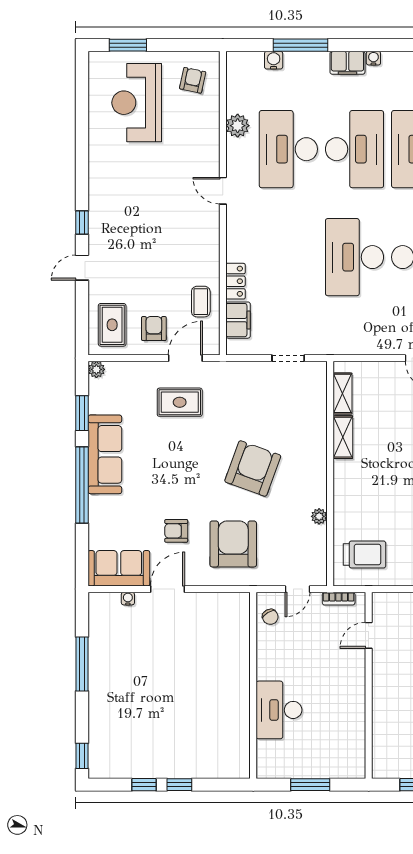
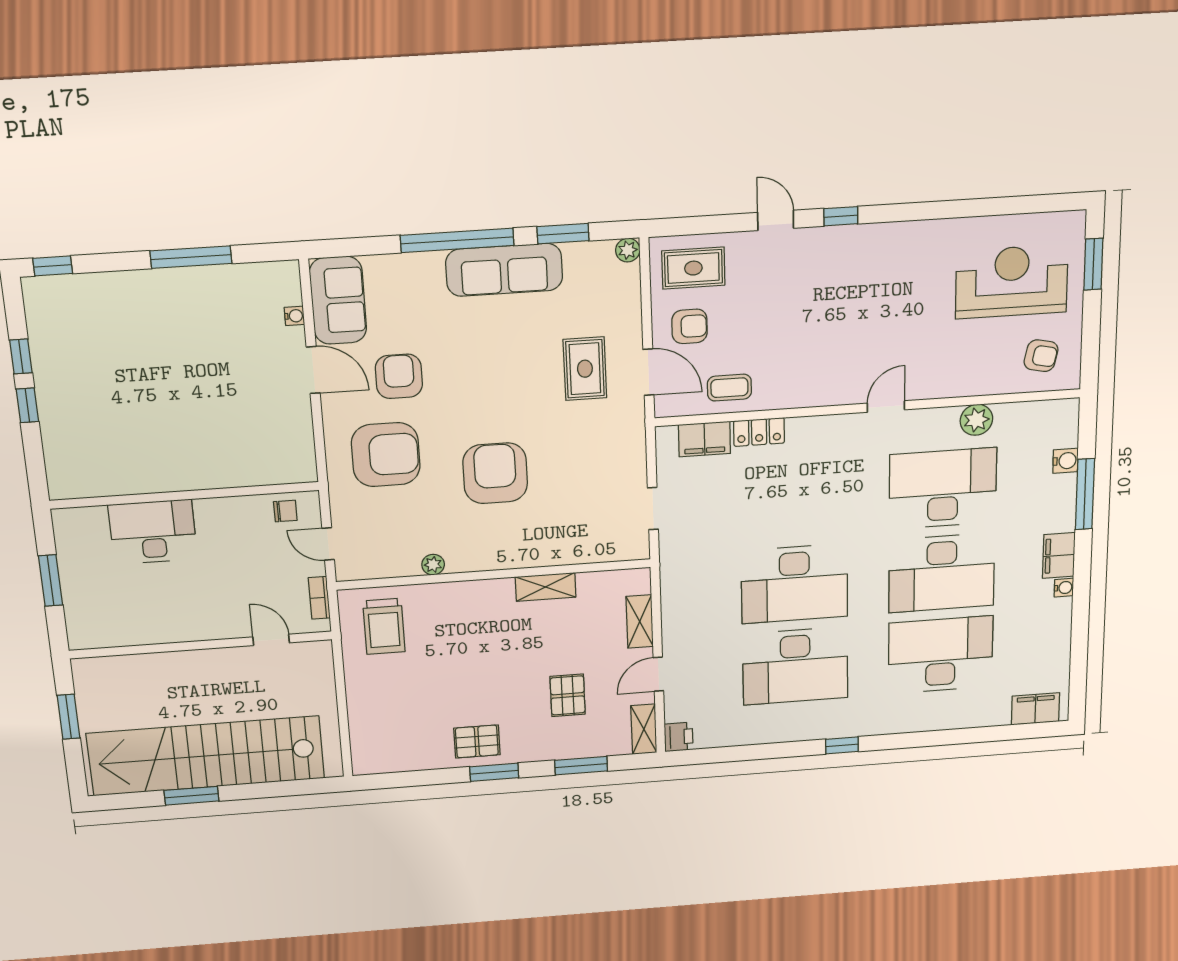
desk: (354, 257) -> (794, 584), turned 180
shelving: (343, 393) -> (640, 622), moved, turned 90
armchair: (253, 469) -> (495, 473), turned -110
armchair: (176, 531) -> (399, 376), width x1.38, depth x1.38
chair: (270, 617) -> (285, 511), turned -150

